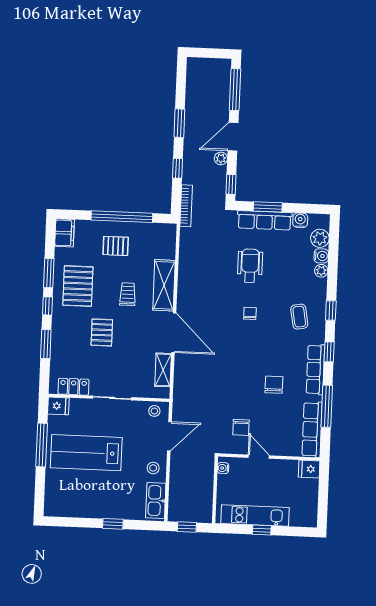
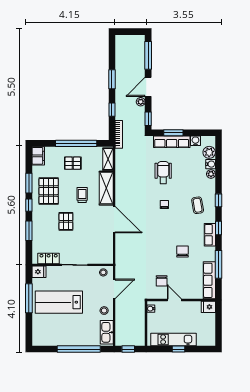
shelving: (163, 370) -> (108, 159), moved
row of seats: (315, 370) -> (210, 235), width x0.68
window: (113, 524) -> (79, 349), width x3.17

